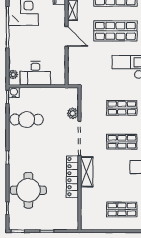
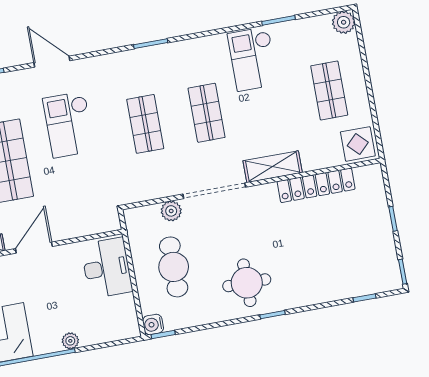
desk: (35, 73) -> (107, 268), moved
plant: (13, 75) -> (70, 341), moved
cafe table: (27, 120) -> (174, 267), moved
locker: (72, 177) -> (316, 185), moved
round table: (28, 190) -> (247, 283), moved, width x0.73, depth x0.73
display table: (90, 220) -> (358, 144), added

